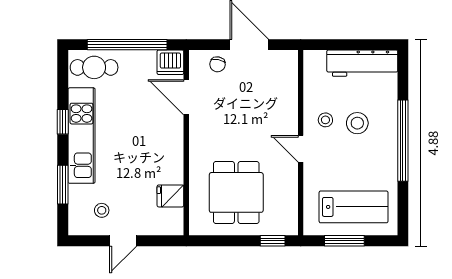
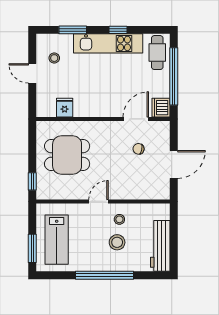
chair: (217, 64) -> (139, 149), moved
window: (344, 241) -> (32, 248), moved

